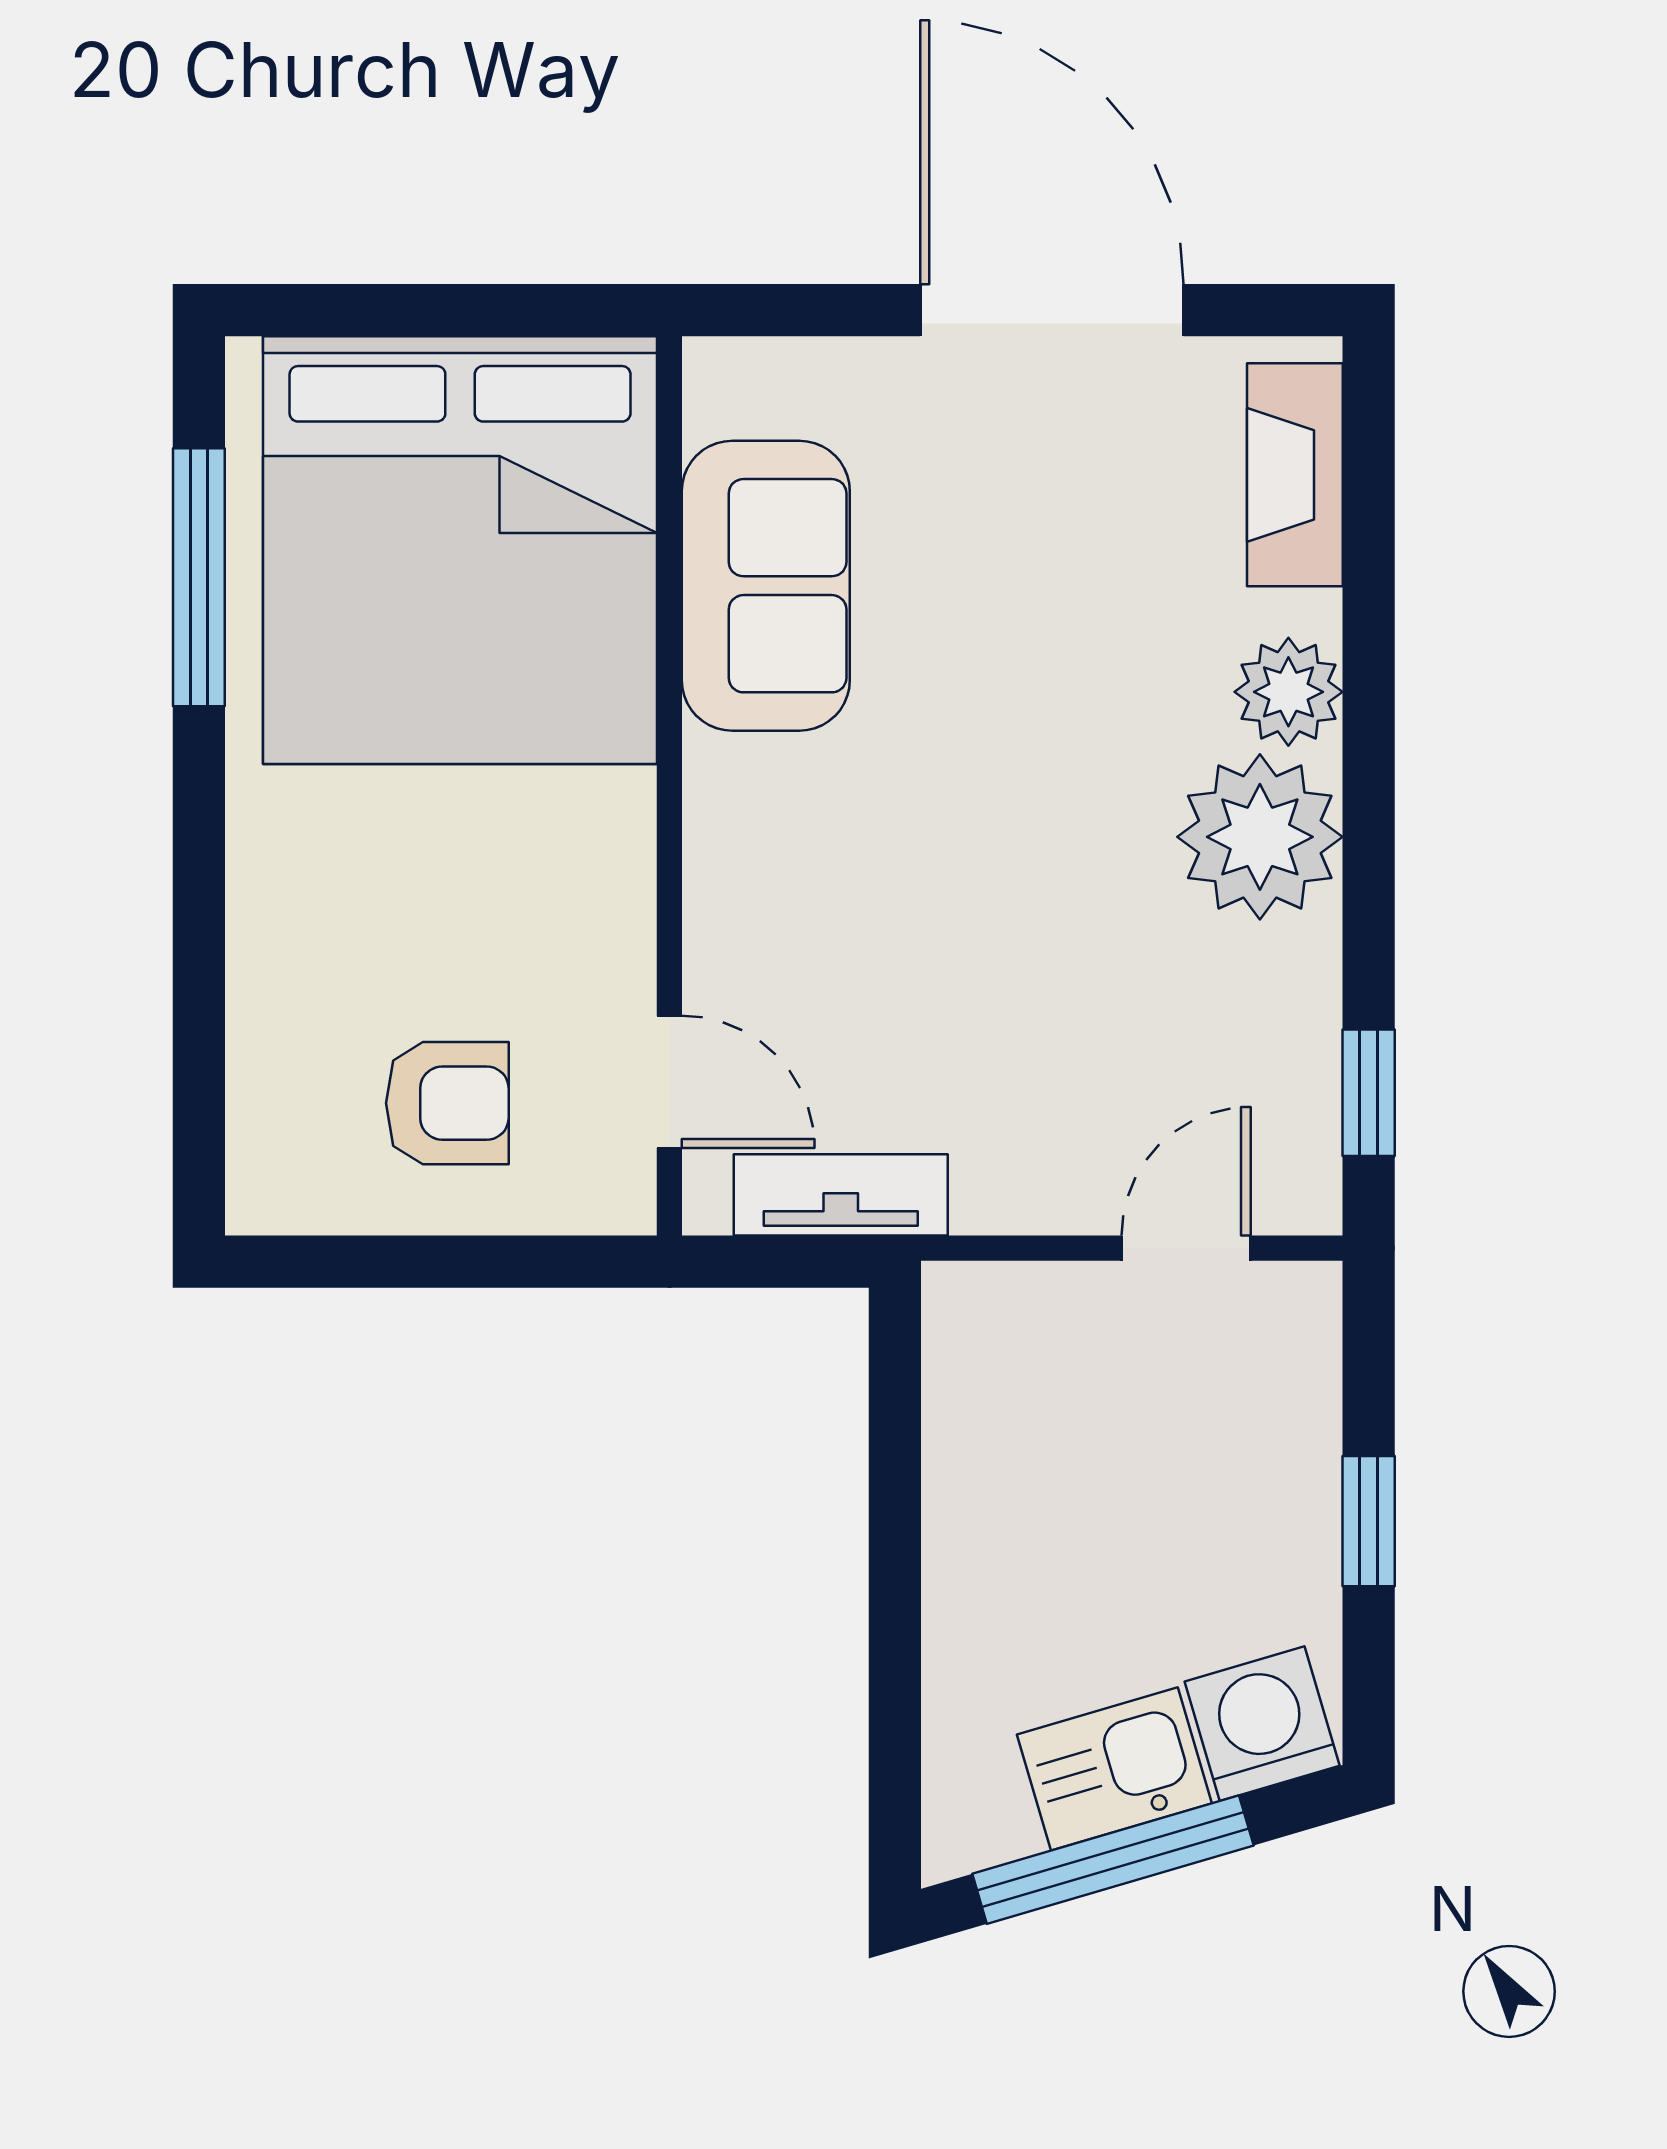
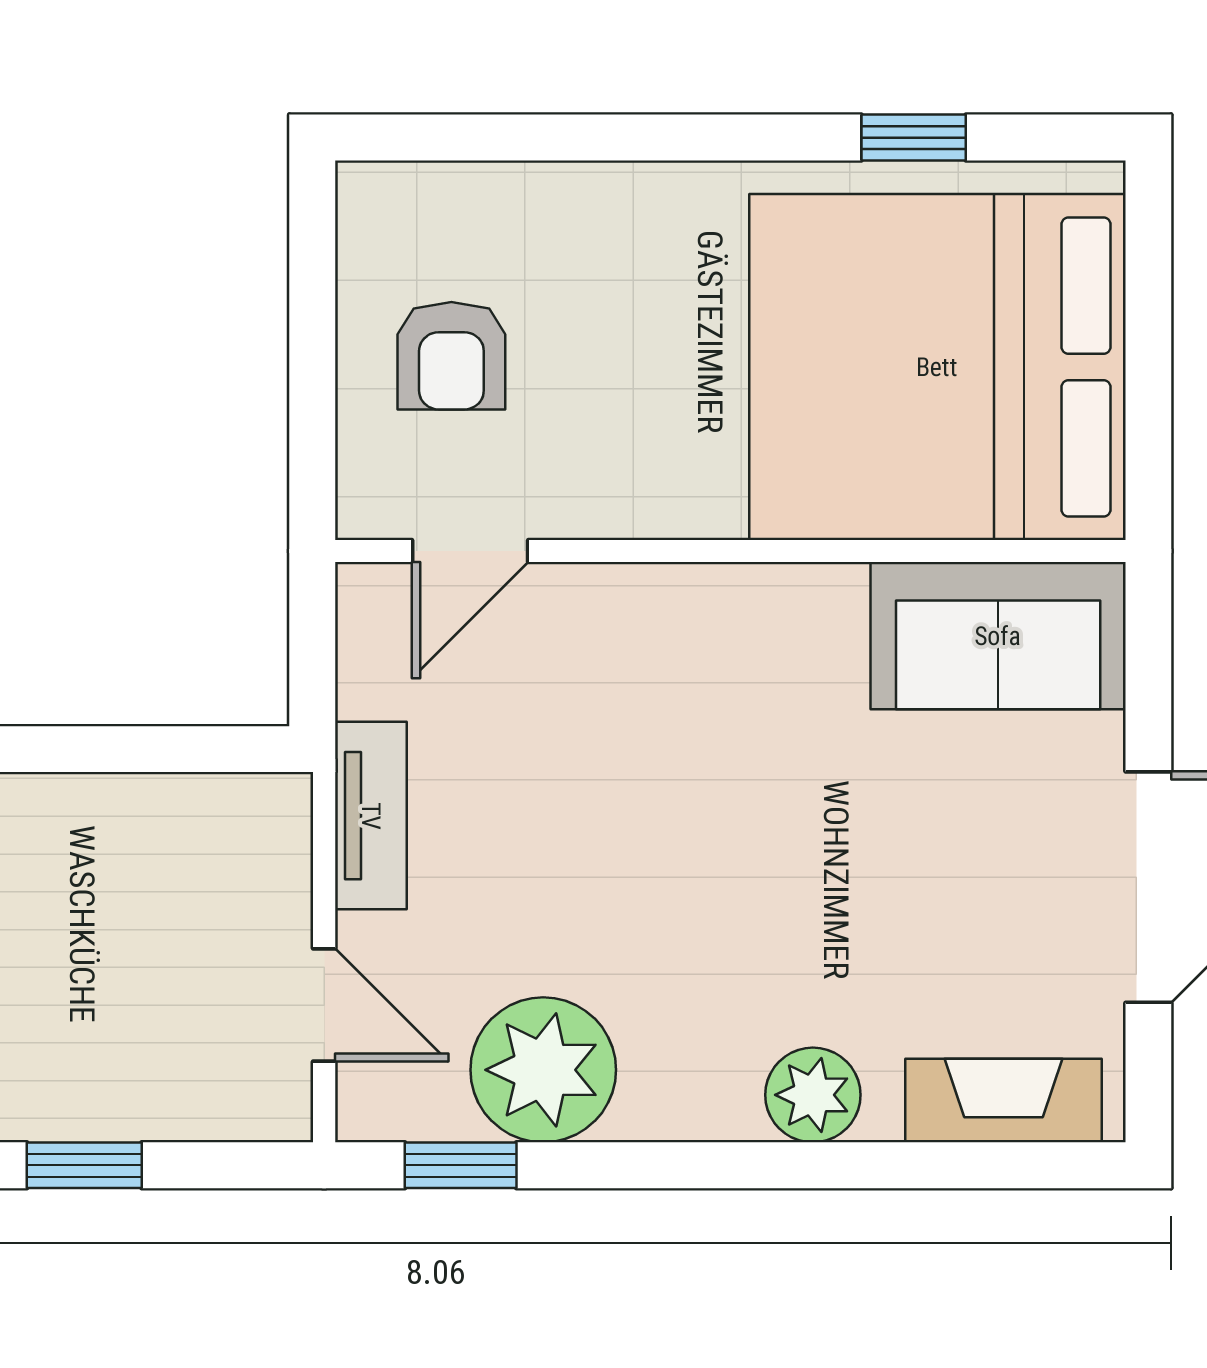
window: (199, 577) -> (914, 138), width x0.46
sofa: (766, 586) -> (998, 636), moved
plant: (1260, 837) -> (543, 1070), moved
tv unit: (841, 1195) -> (371, 816), moved

